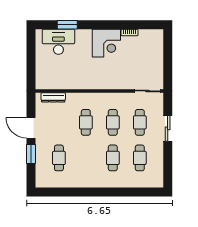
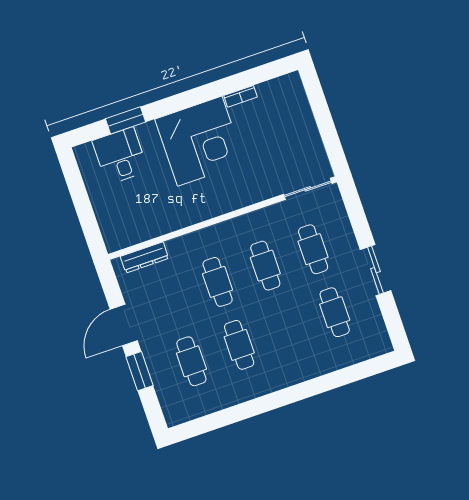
desk: (58, 42) -> (120, 156), width x0.73
corner desk: (106, 43) -> (200, 141), width x1.36, depth x1.36
door: (31, 128) -> (124, 325), hinge flipped
sliding door: (168, 128) -> (375, 270), moved
cafe table: (113, 158) -> (239, 345), moved

